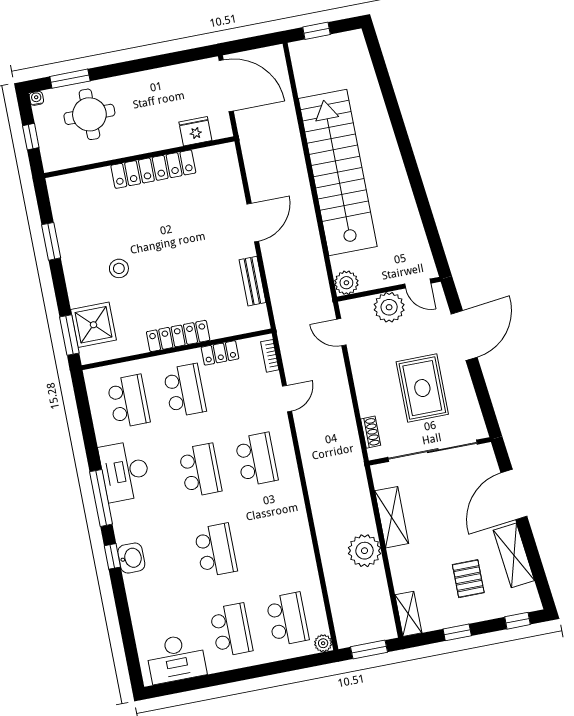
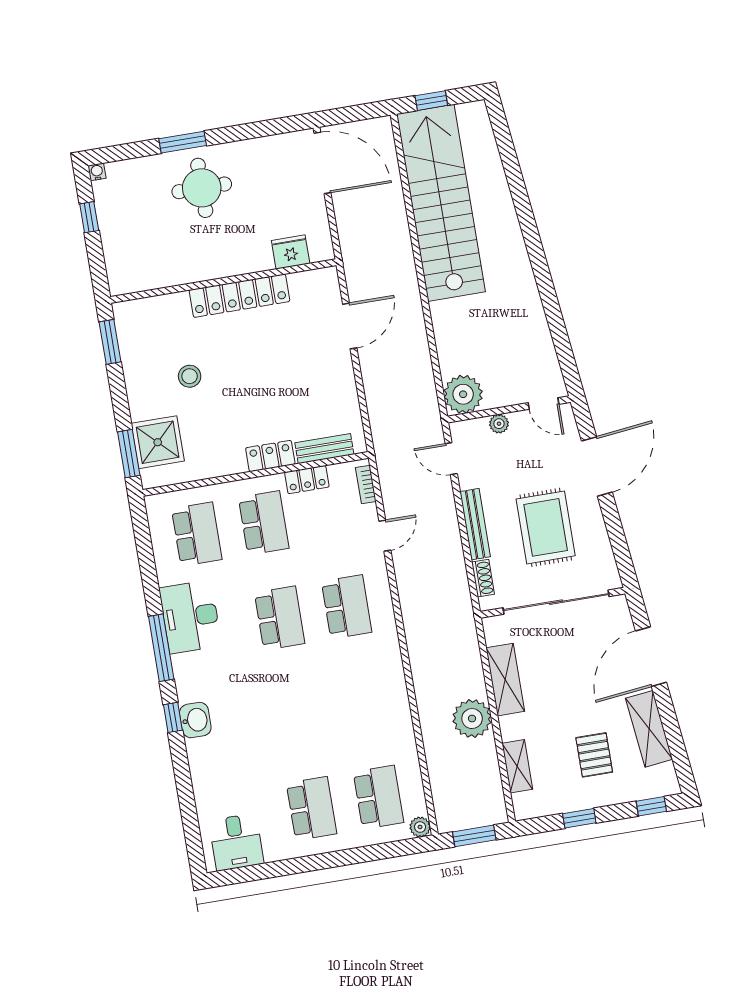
window: (70, 79) -> (183, 142), moved
round table: (89, 114) -> (202, 188), moved
fridge: (195, 131) -> (291, 252), moved
wall: (139, 157) -> (223, 281), moved
locker: (153, 169) -> (239, 296), moved
stairs: (338, 173) -> (441, 203), moved
bench: (252, 281) -> (324, 449), moved, turned 90
plant: (346, 283) -> (463, 394), width x1.36, depth x1.36
plant: (389, 307) -> (499, 424), width x0.53, depth x0.53
locker: (178, 336) -> (270, 456), width x0.66
bench: (363, 387) -> (475, 524), added
school desk: (216, 550) -> (296, 713), removed
shelving: (408, 614) -> (517, 766), moved
desk: (176, 659) -> (236, 842), width x0.73

